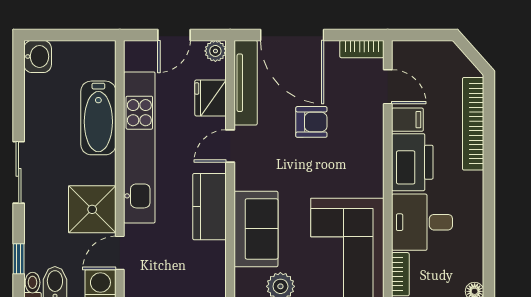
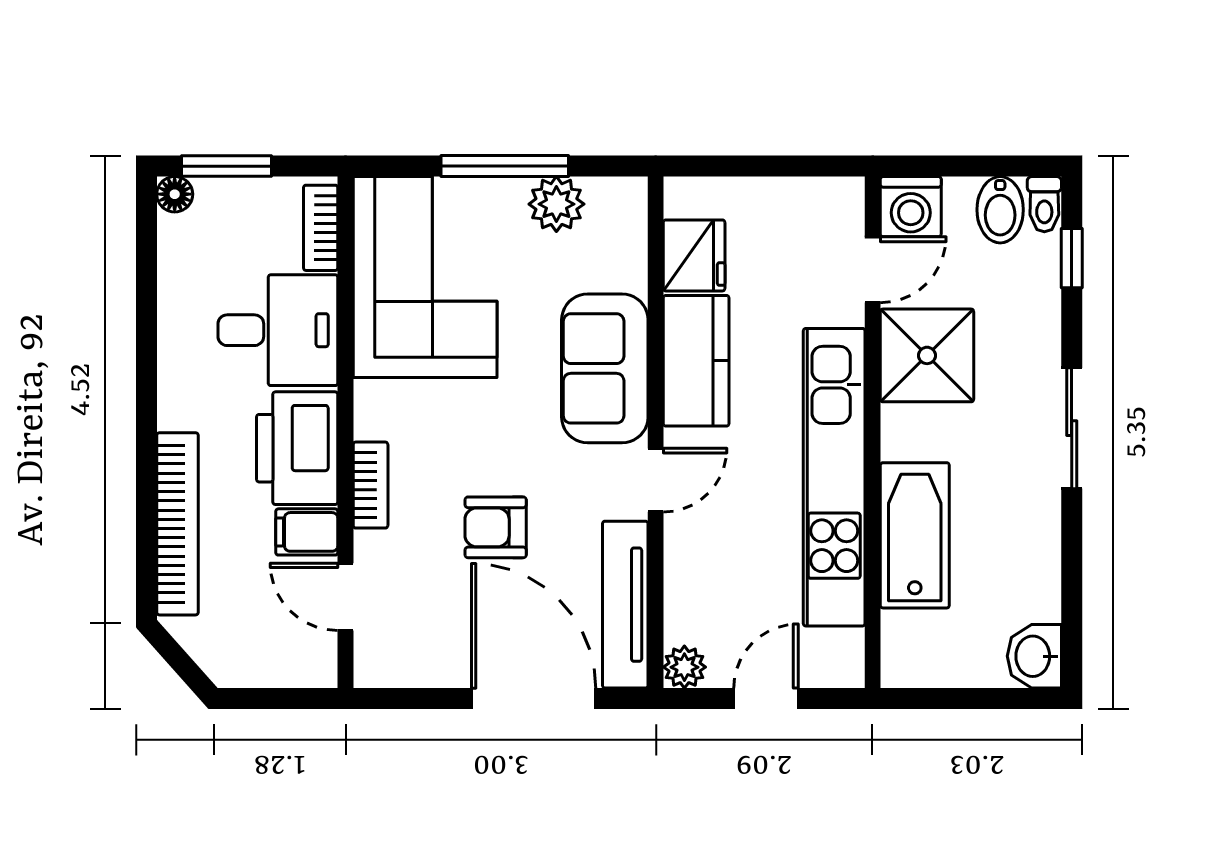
bookcase: (362, 49) -> (371, 485), moved, turned 90
fridge: (211, 98) -> (694, 255), moved
sofa: (256, 229) -> (605, 368), moved

